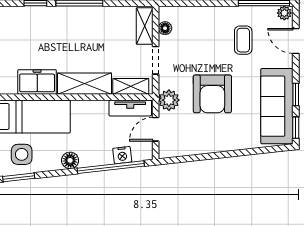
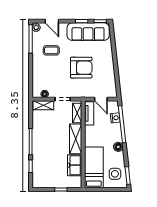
door: (296, 41) -> (52, 21), hinge flipped
plant: (169, 100) -> (85, 92), removed

